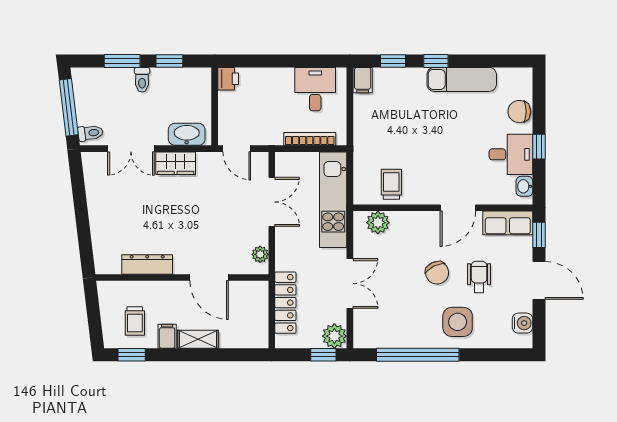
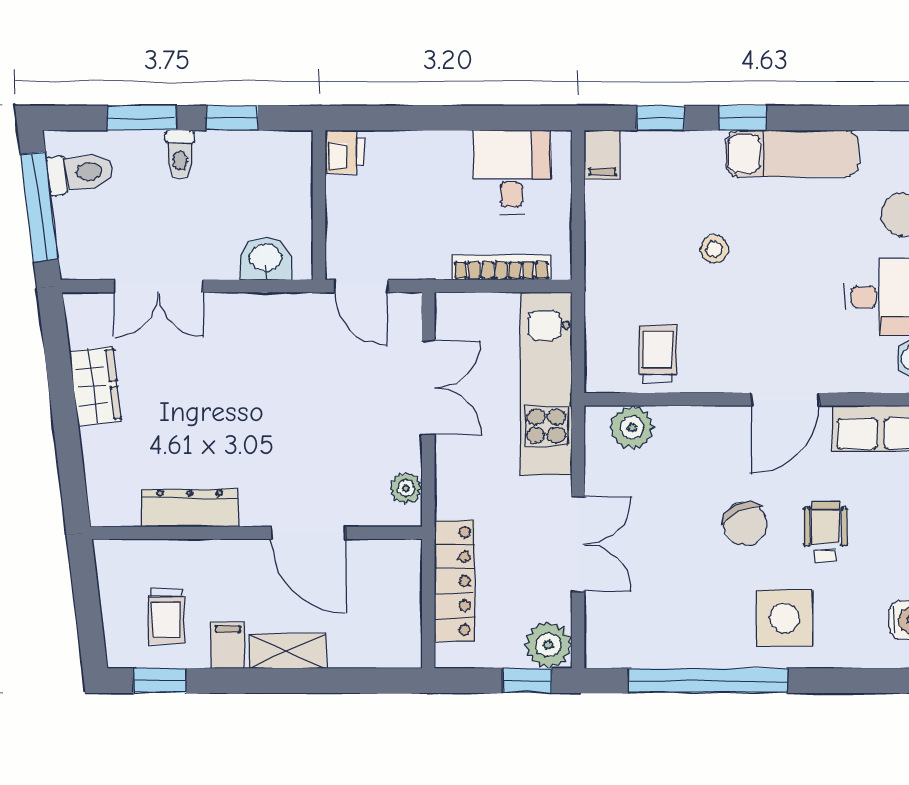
stool: (421, 129) -> (714, 249), added
toilet: (90, 133) -> (80, 173), moved, width x1.37, depth x1.39
washbasin: (187, 134) -> (265, 259), width x0.72
wardrobe: (176, 163) -> (95, 386), moved, turned -97

